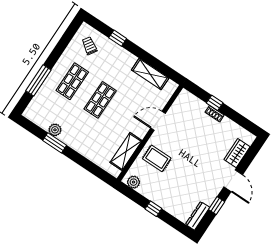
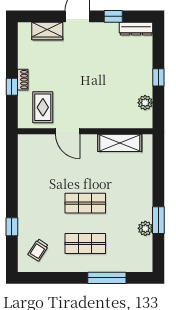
shelving: (150, 74) -> (26, 170), removed
rug: (157, 158) -> (43, 107), moved
plant: (134, 182) -> (145, 103), moved

